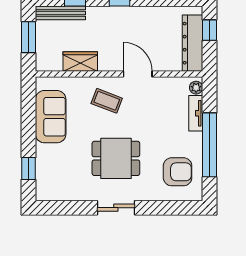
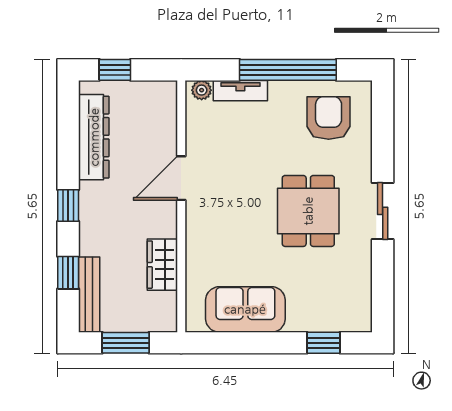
dresser: (192, 43) -> (94, 137), moved, turned -90
coffee table: (107, 101) -> (222, 225), removed

